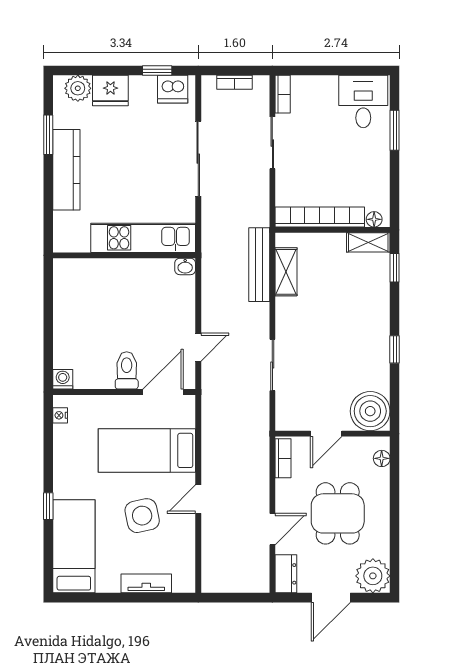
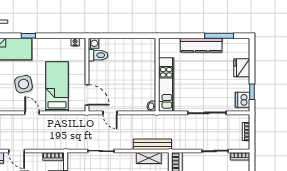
plant: (78, 88) -> (243, 51), removed
window: (48, 135) -> (219, 36), width x1.44
toilet: (127, 370) -> (98, 55), moved

